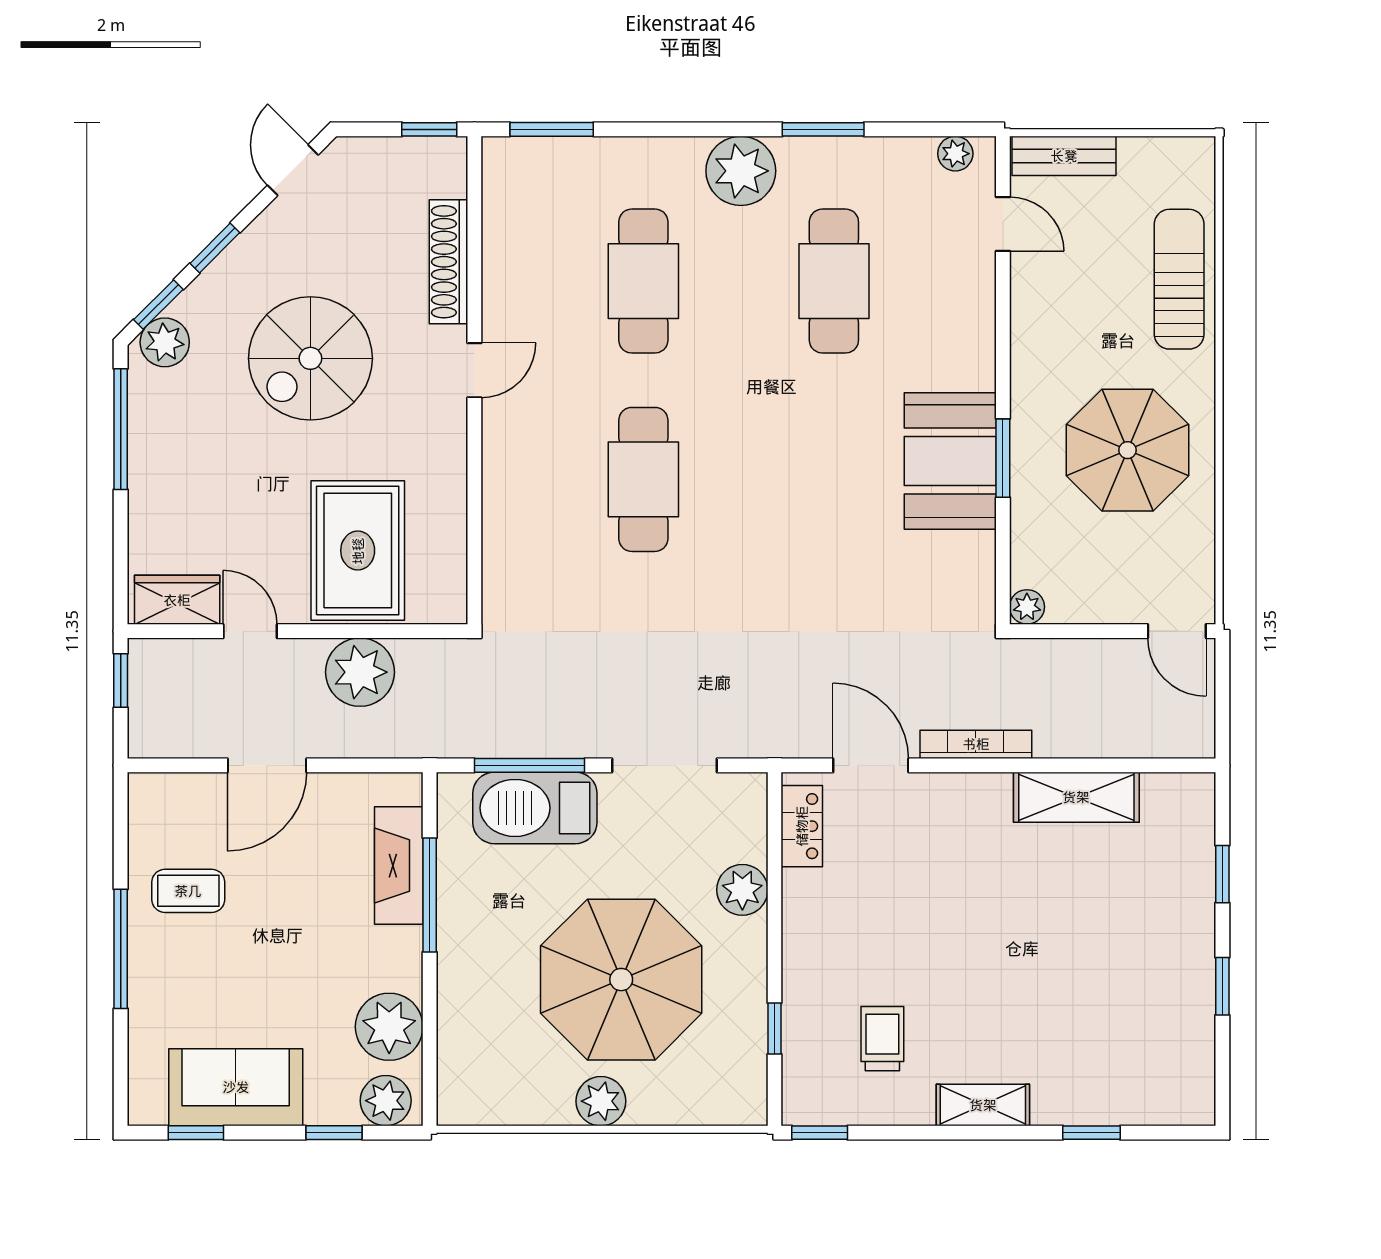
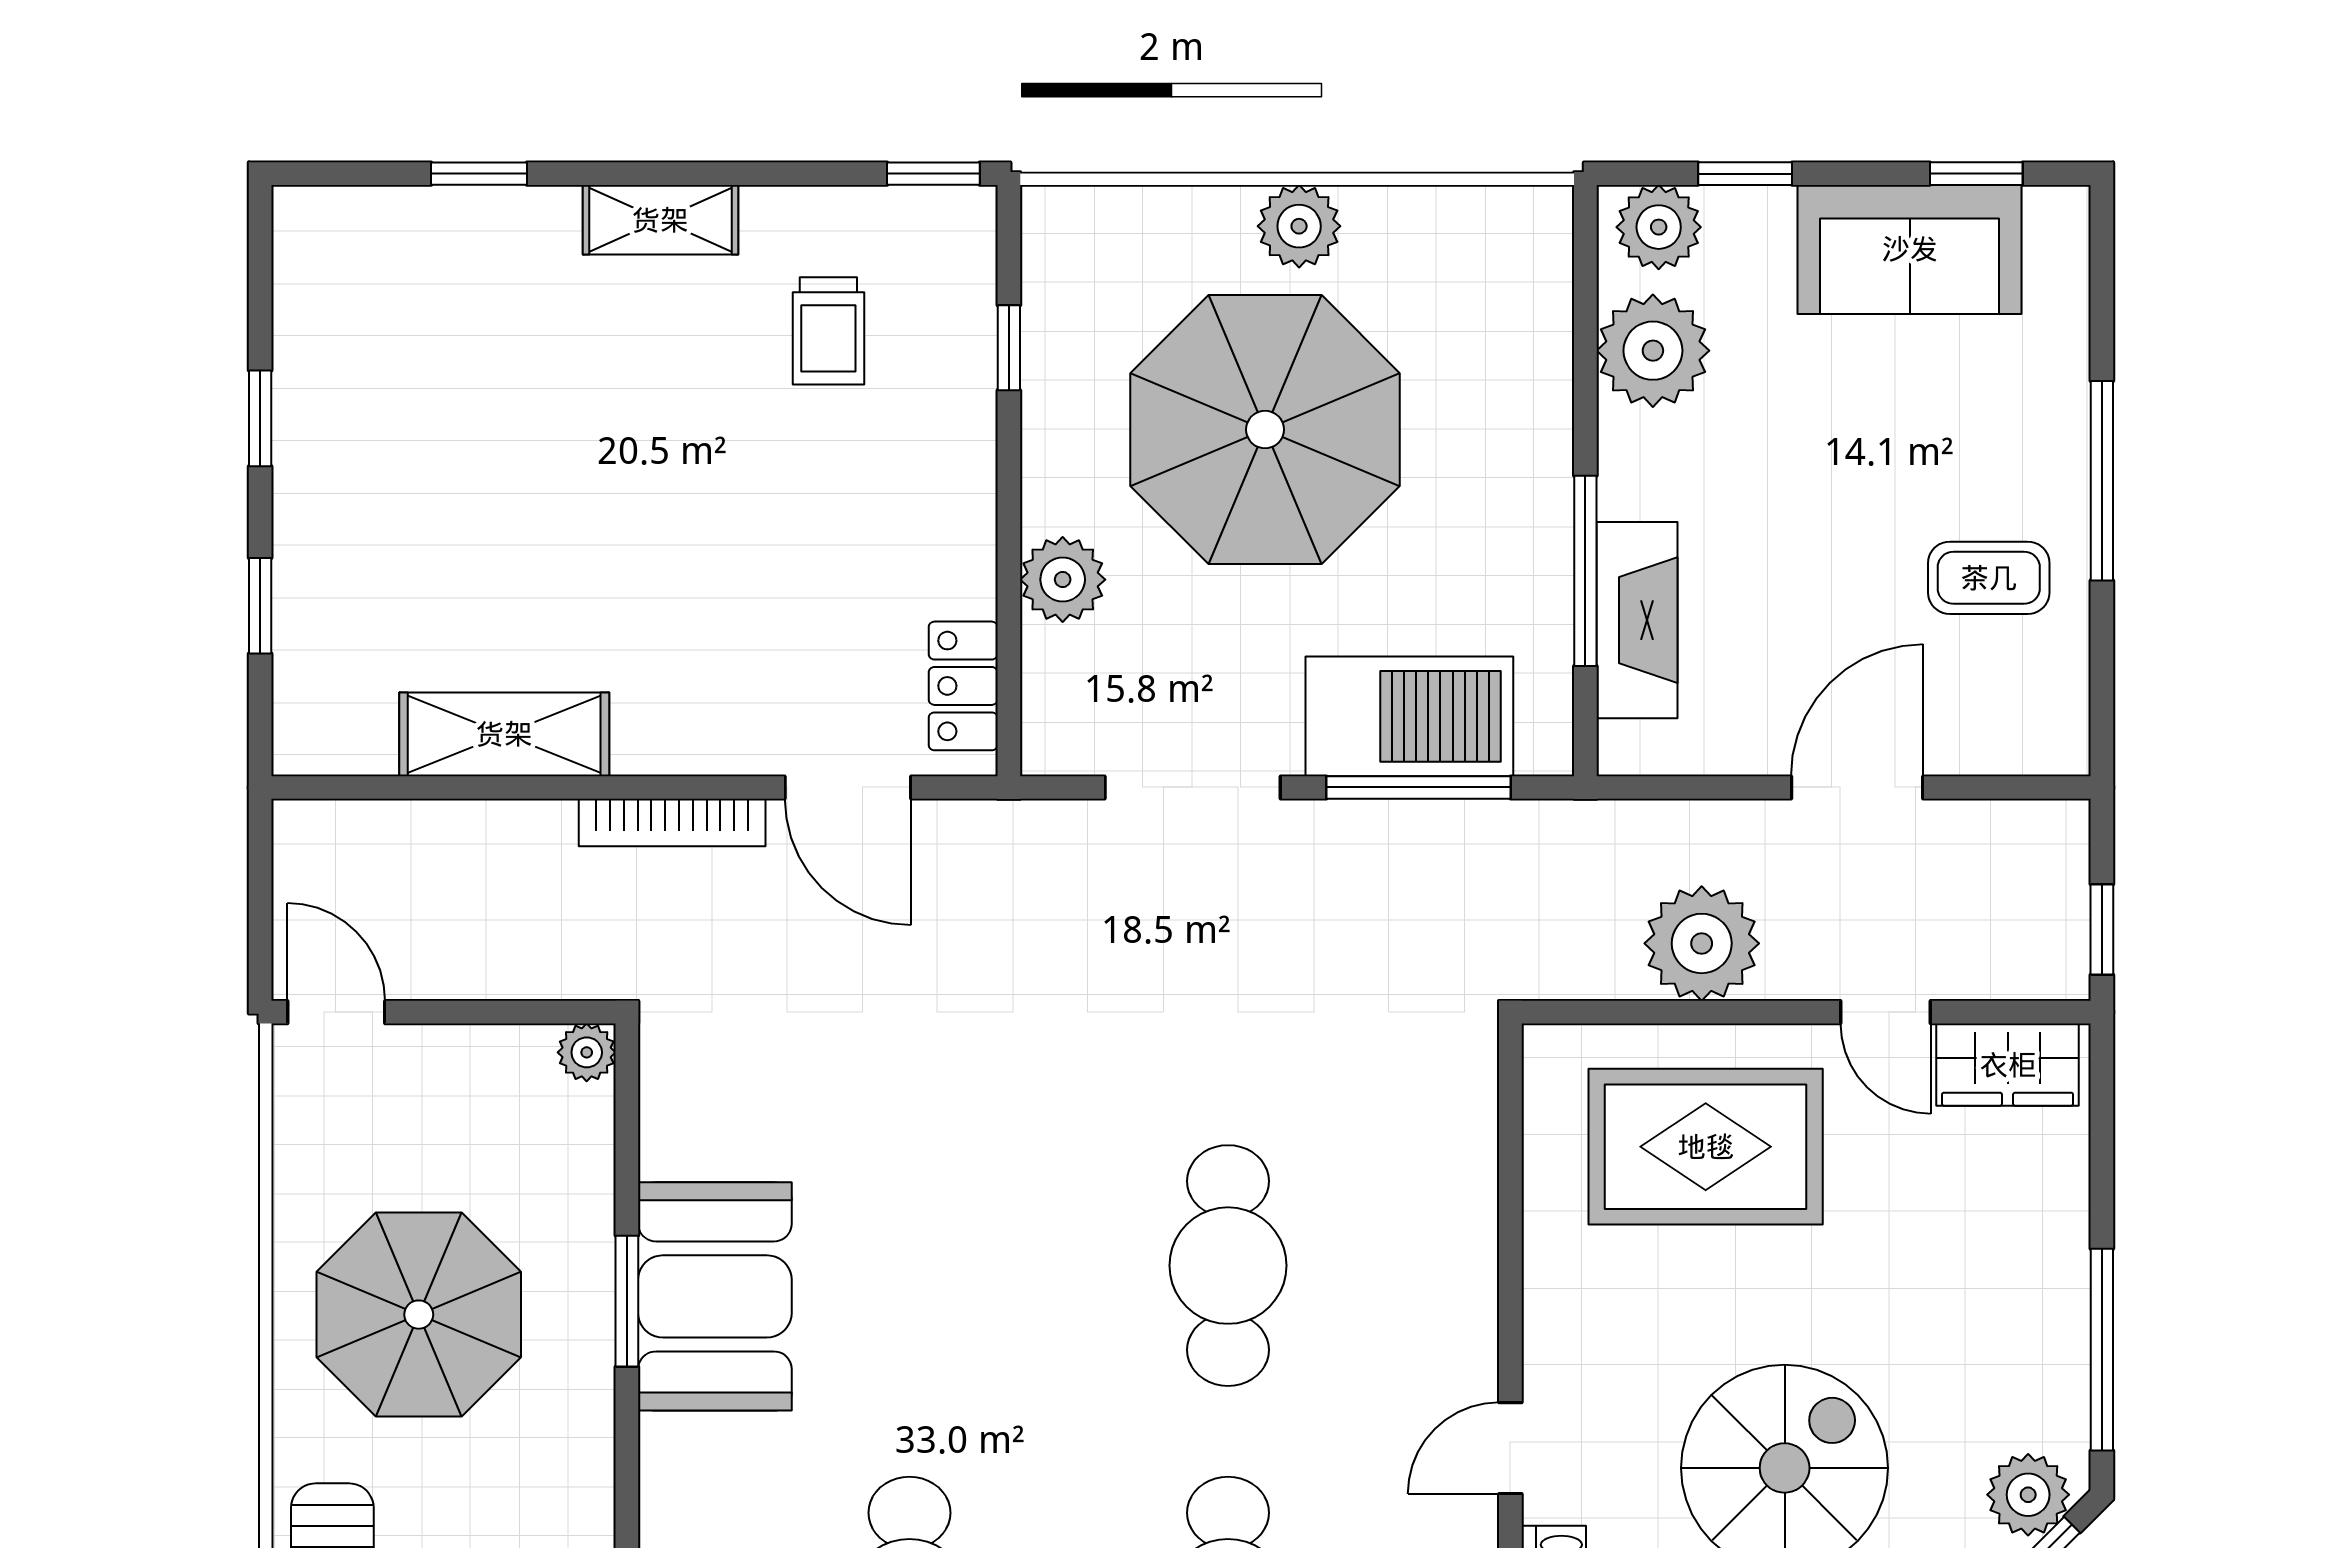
rug: (358, 551) -> (1706, 1147), turned 90

